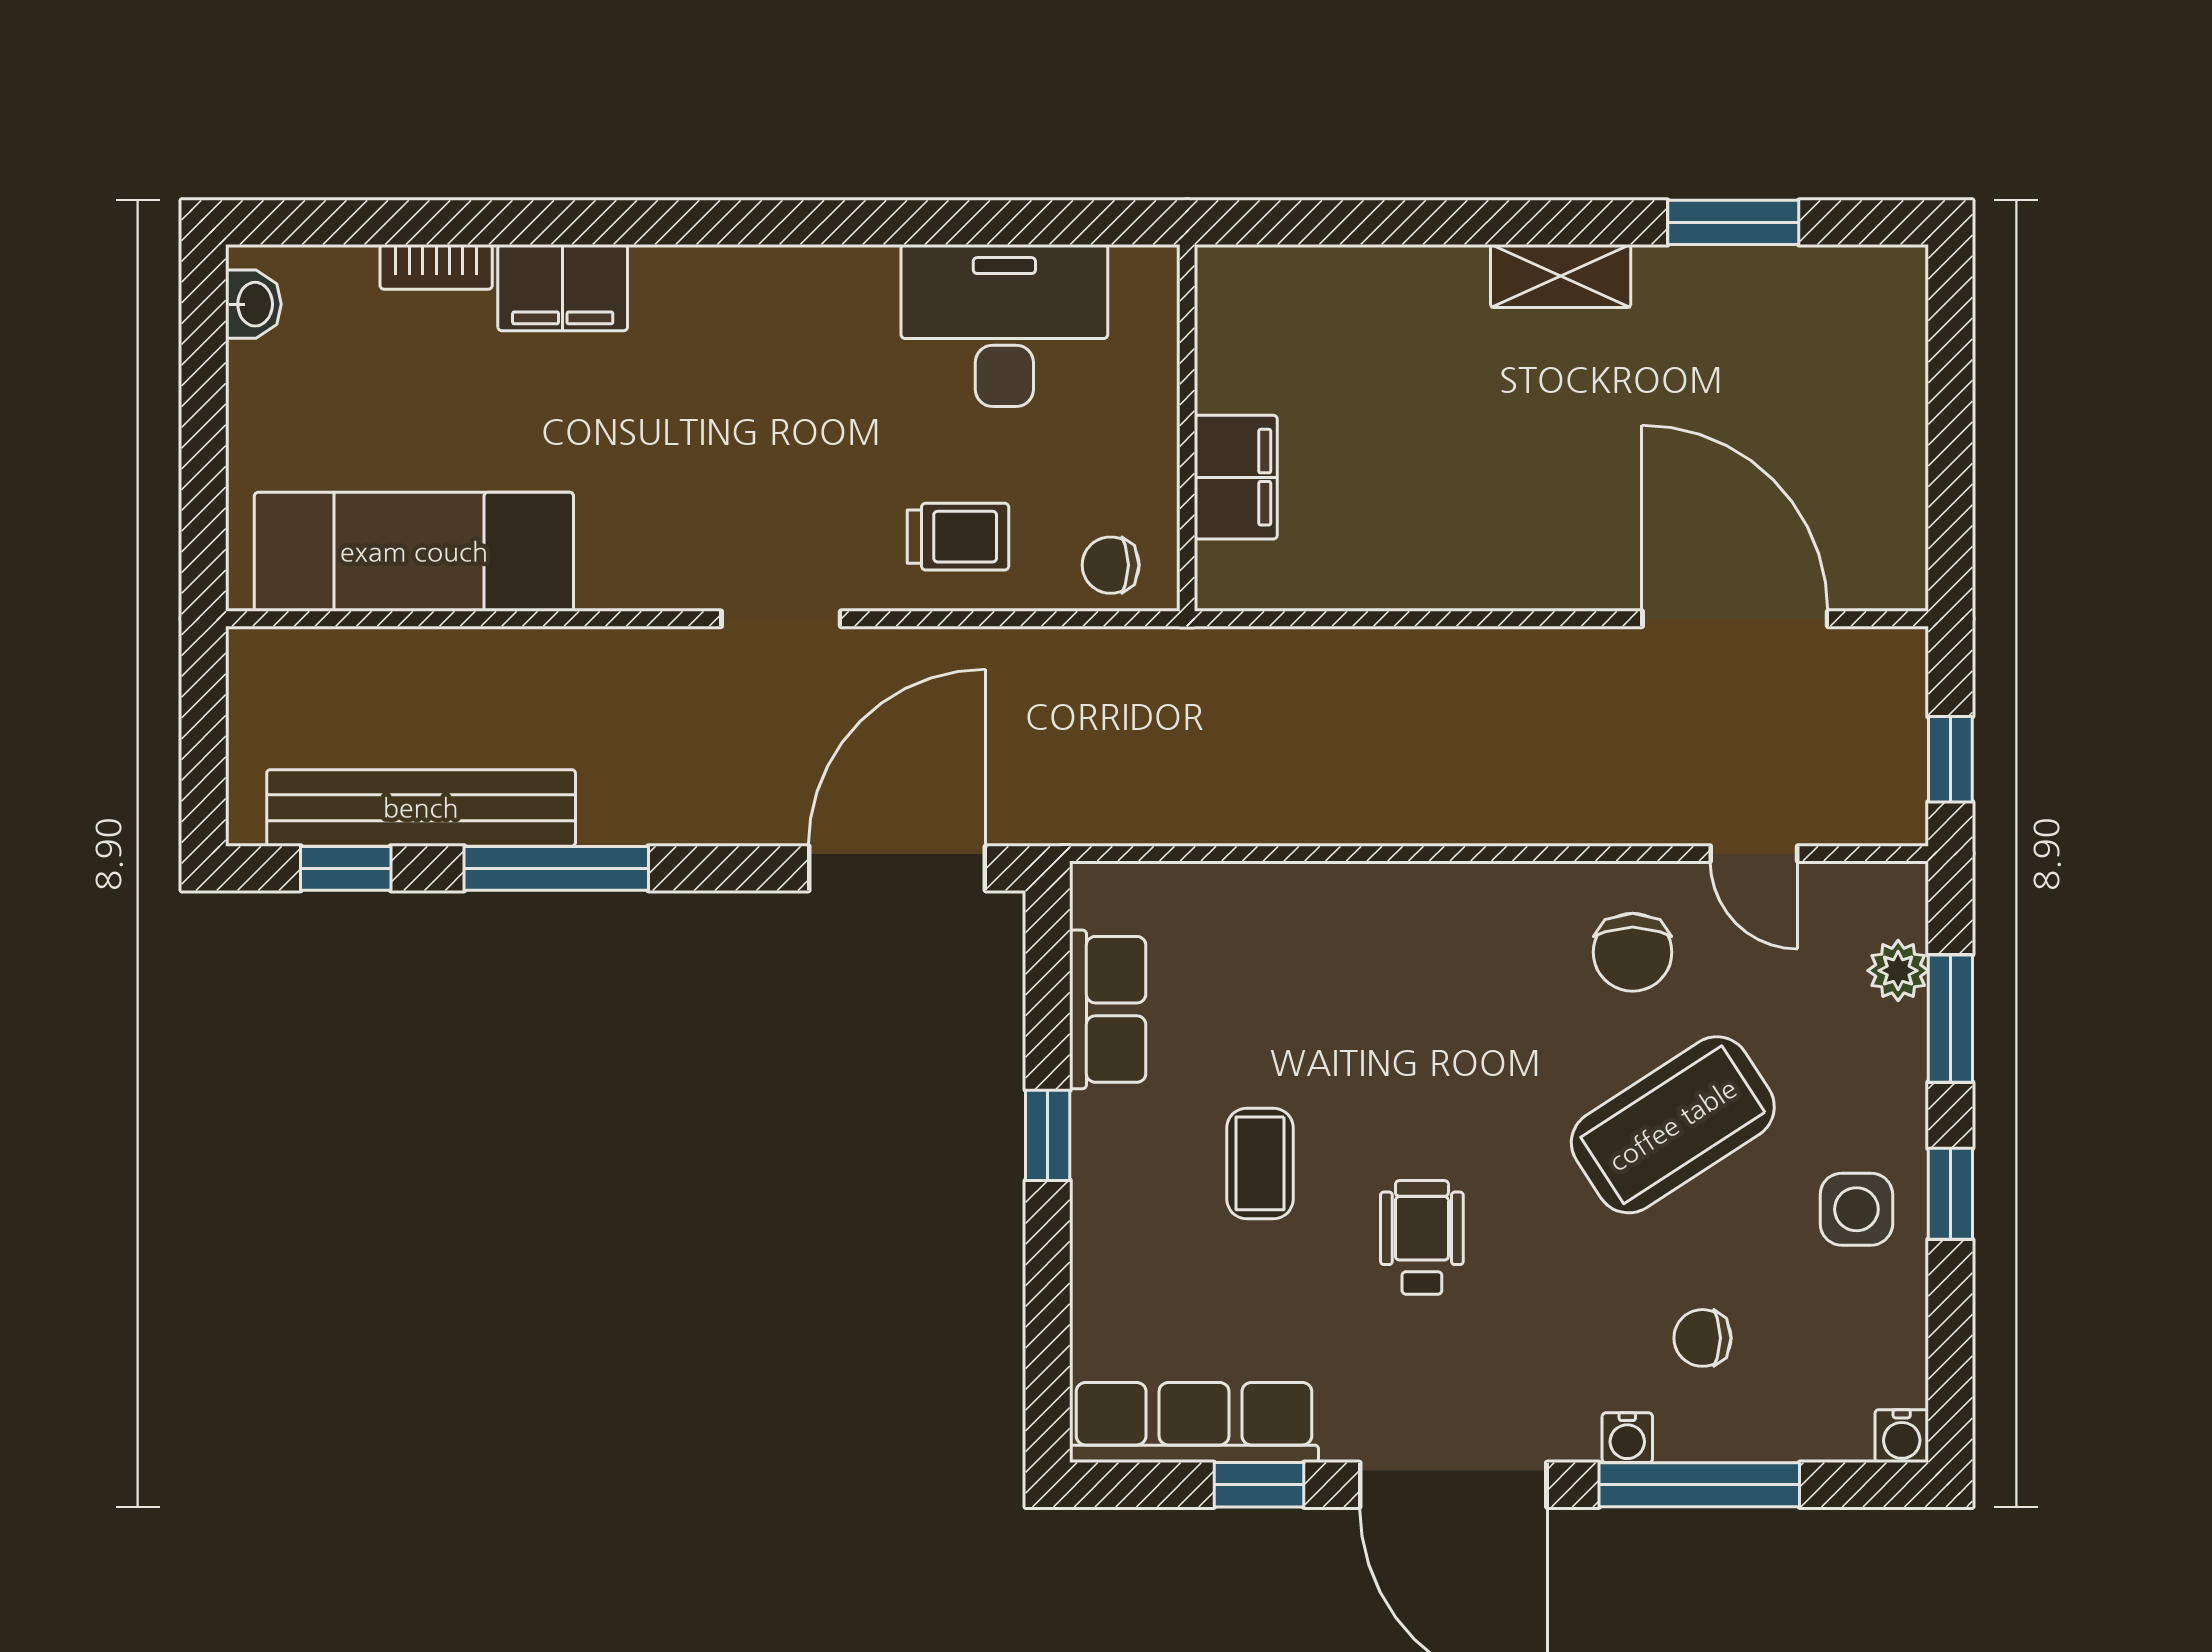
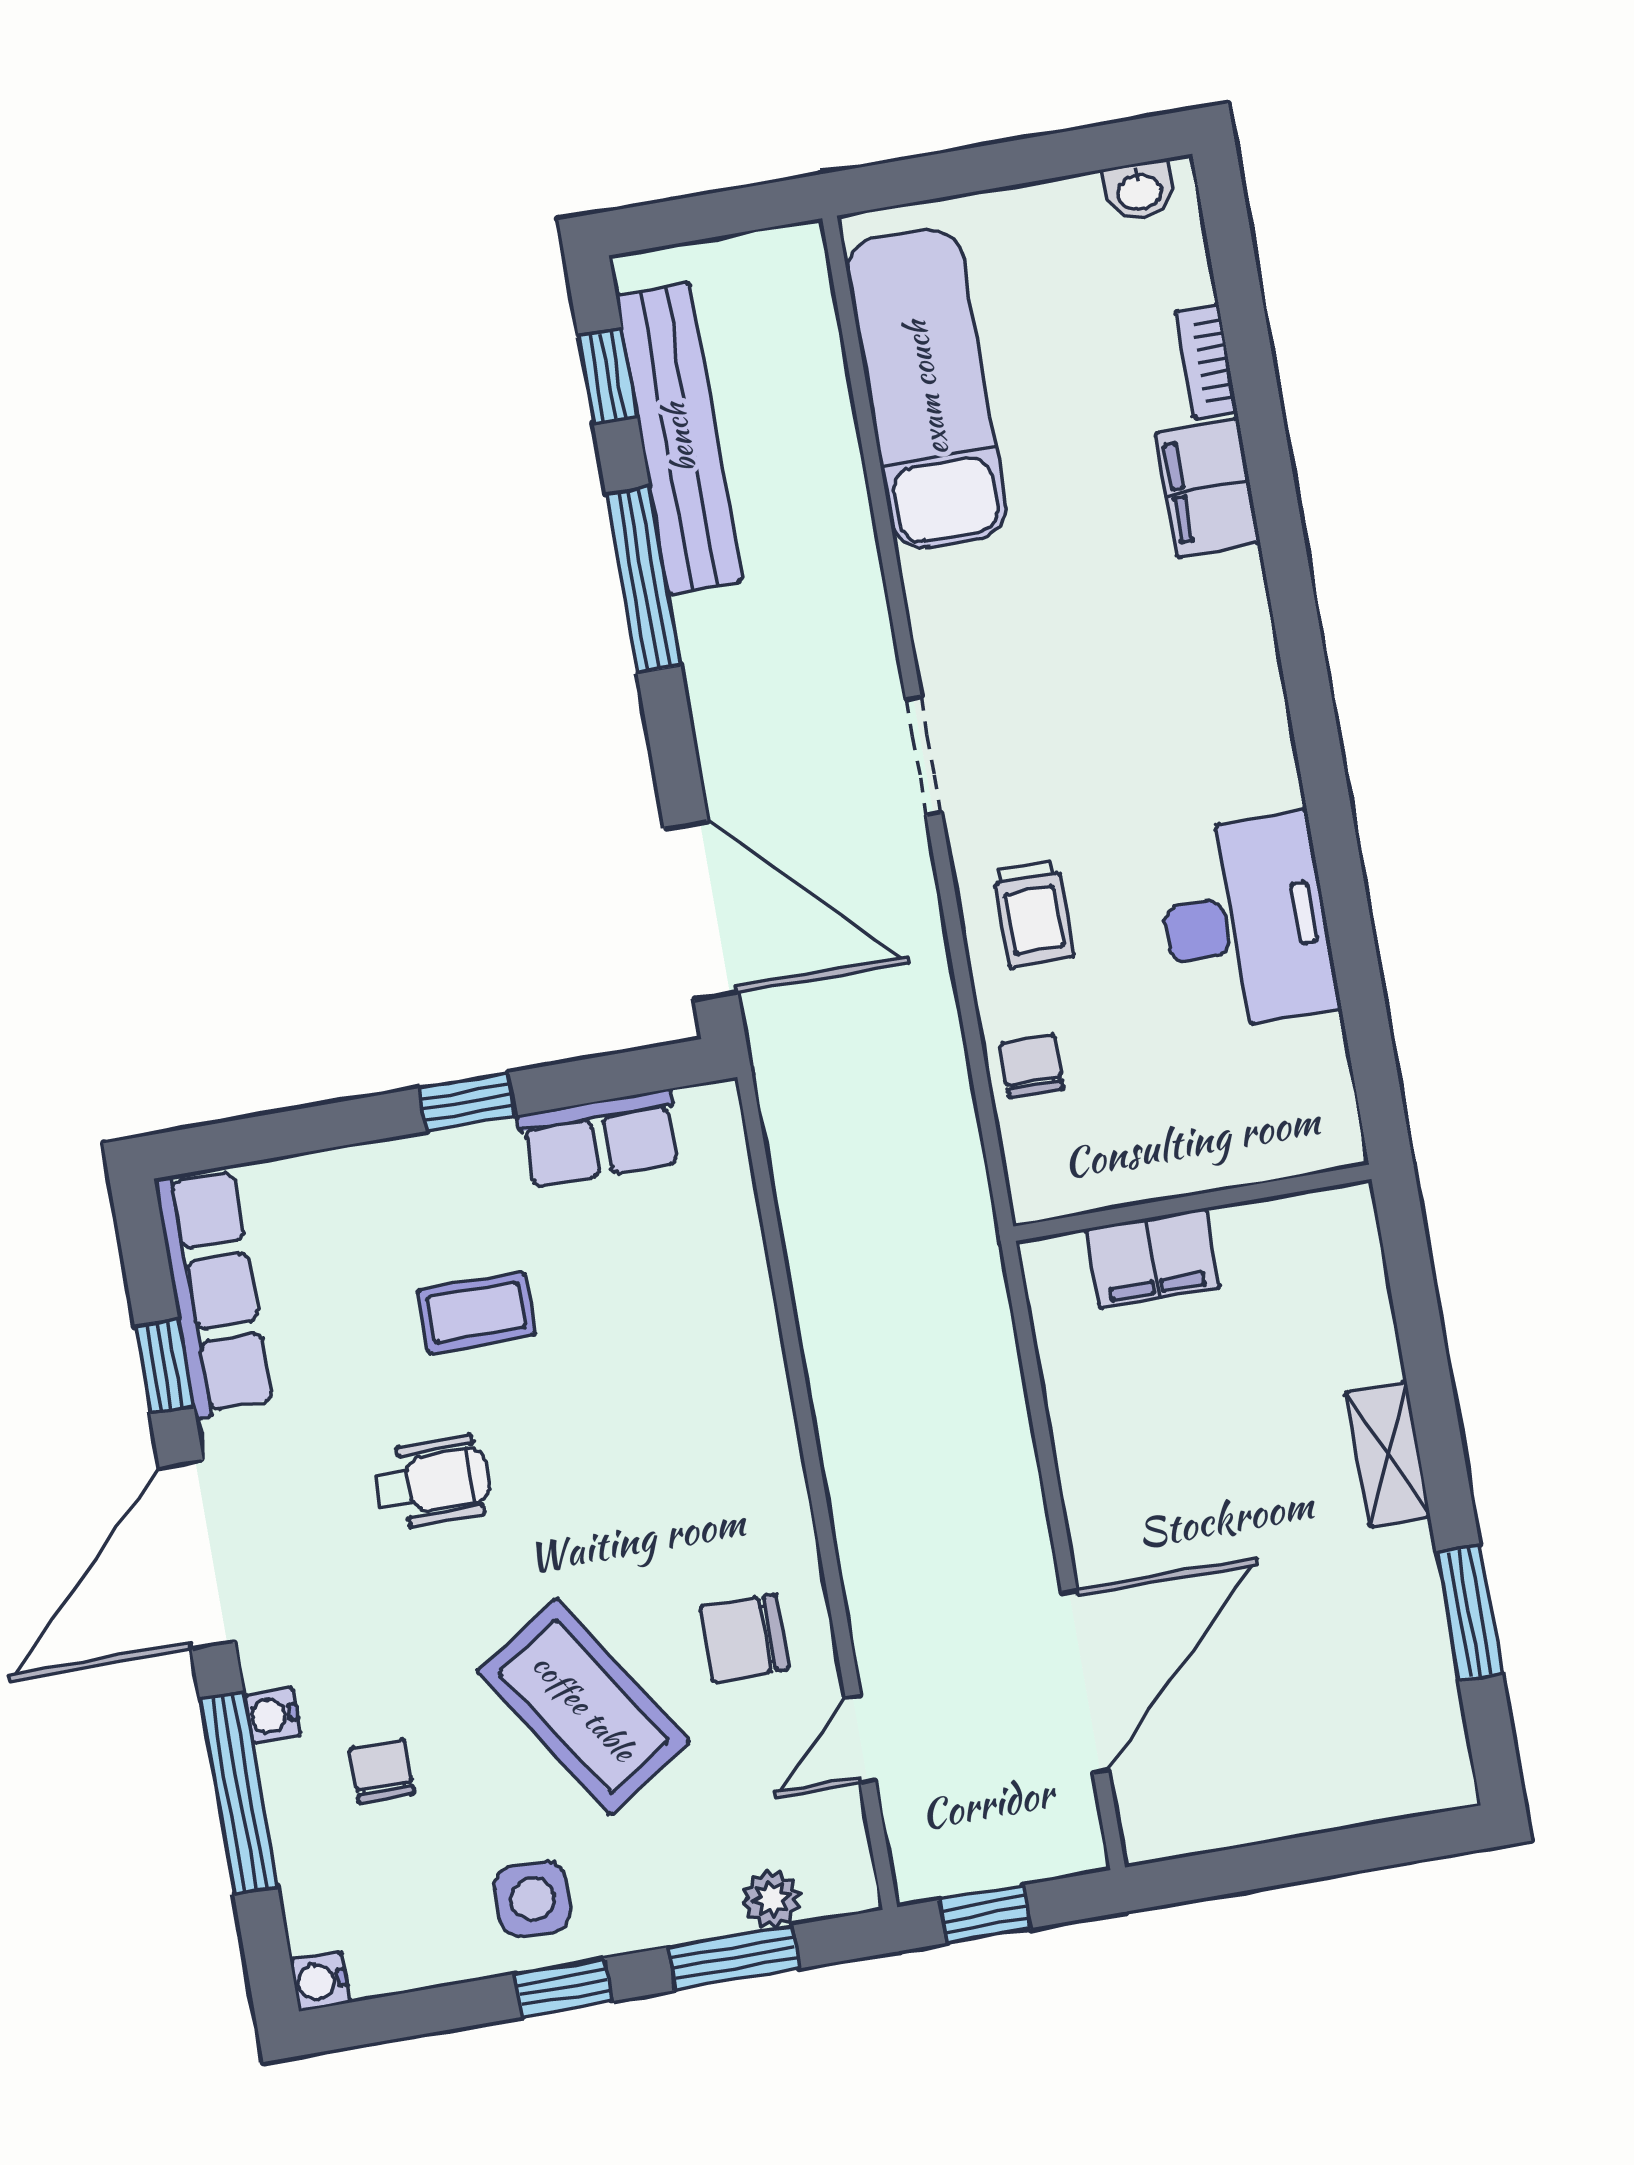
wall: (1187, 428) -> (1192, 1203), moved
filing cabinet: (1236, 477) -> (1153, 1258), moved

